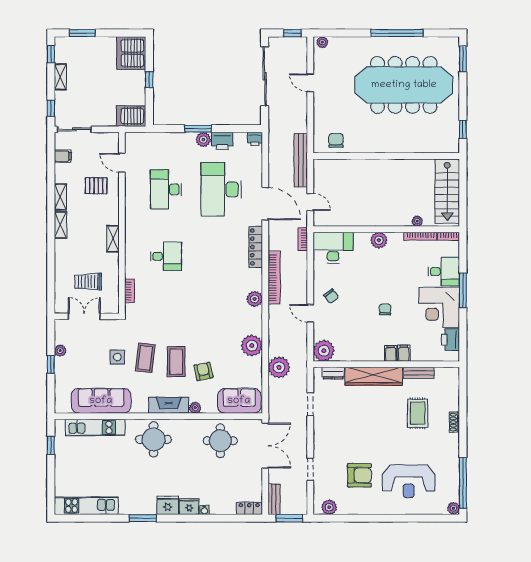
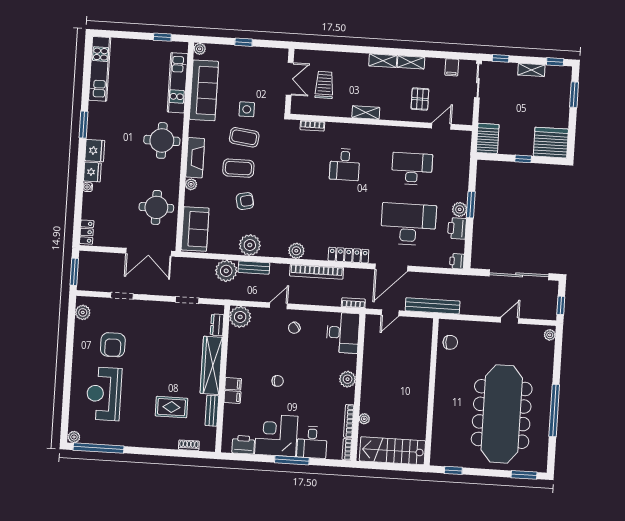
plant: (60, 351) -> (200, 49), moved
armchair: (203, 371) -> (245, 201), moved
shoe rack: (454, 422) -> (189, 445), moved
bench: (274, 499) -> (254, 268), moved

